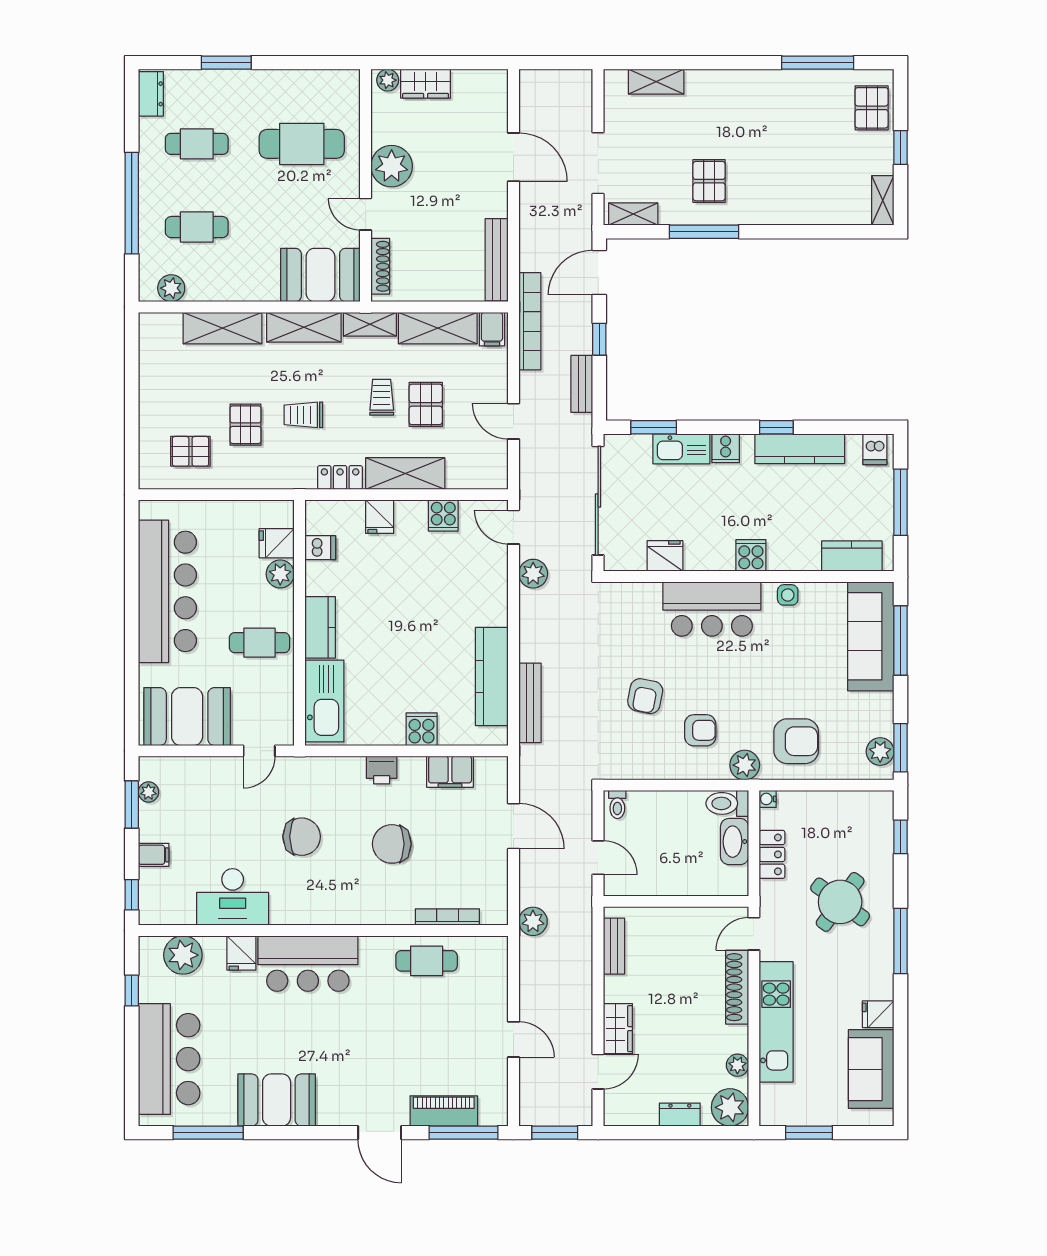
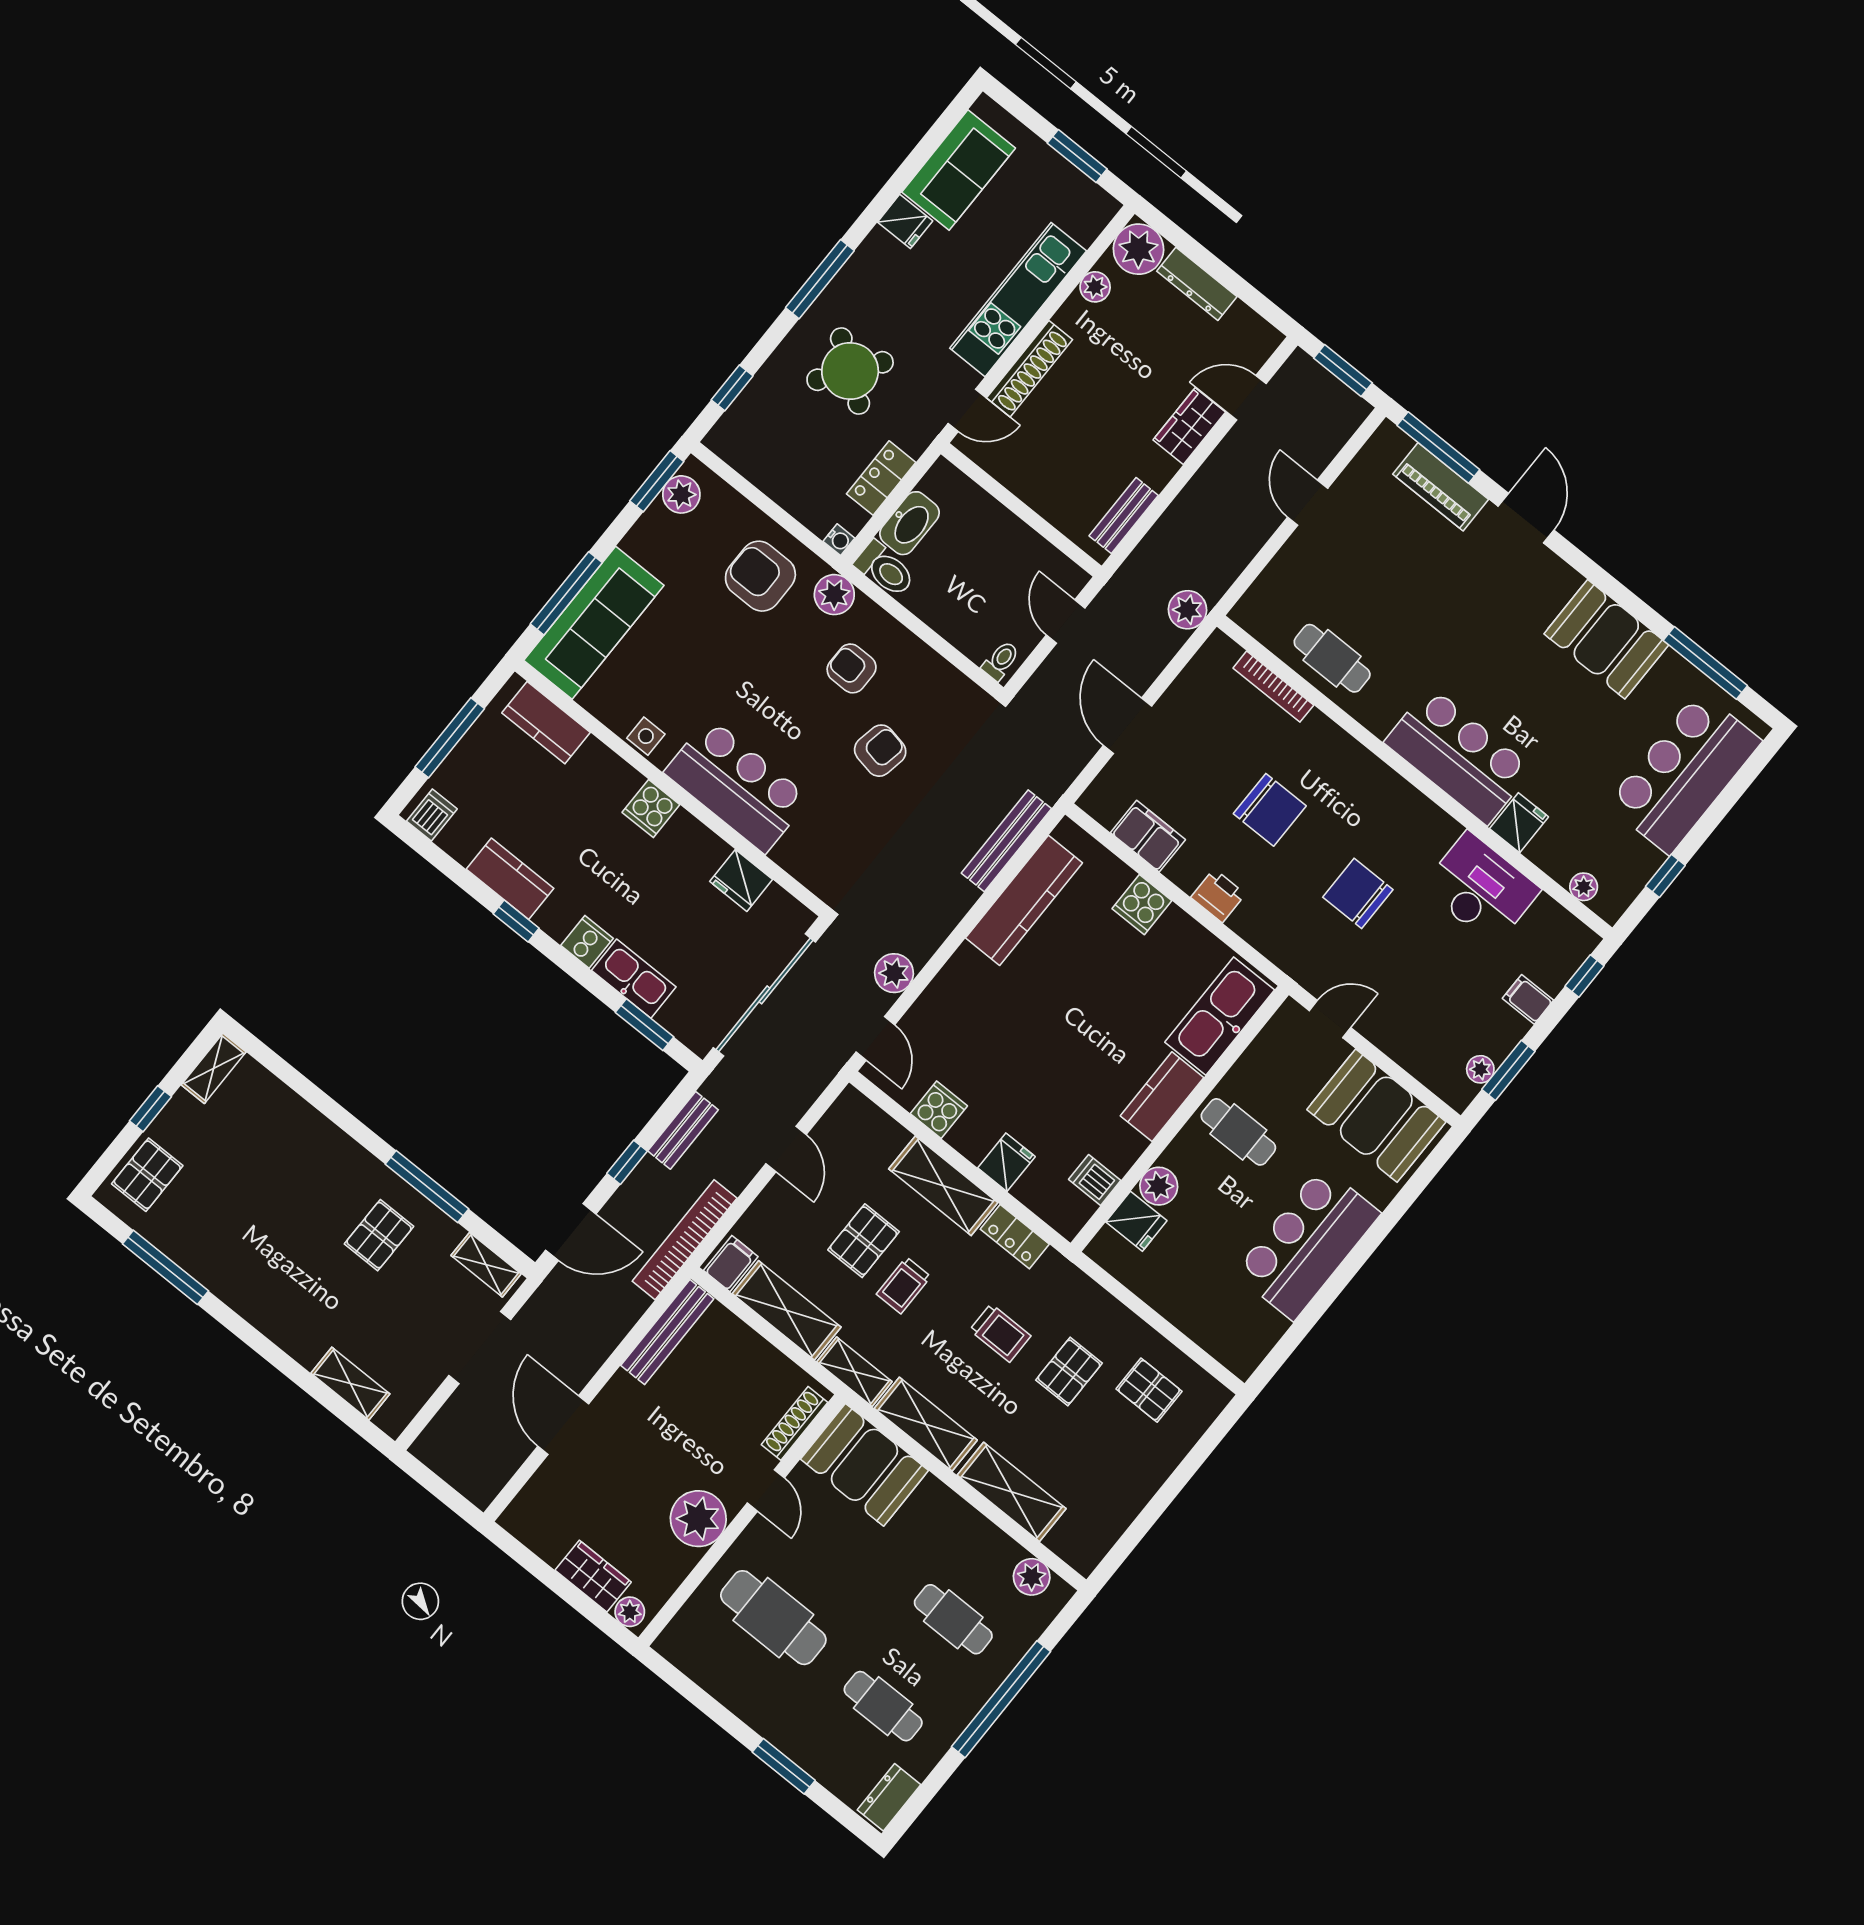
kitchen counter: (800, 449) -> (510, 879), width x0.67
bar counter: (167, 591) -> (1307, 1243), width x0.73
plant: (183, 955) -> (1584, 887), width x0.53, depth x0.53
dresser: (680, 1115) -> (1197, 284), width x1.44

